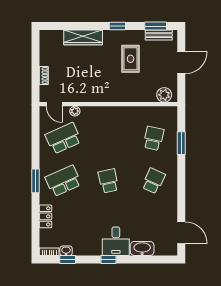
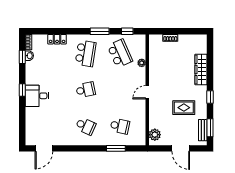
door: (54, 104) -> (147, 92), moved
window: (35, 129) -> (127, 31), added
window: (35, 181) -> (100, 31), moved
school desk: (63, 181) -> (86, 53), turned 33
washbasin: (142, 248) -> (31, 117), removed

